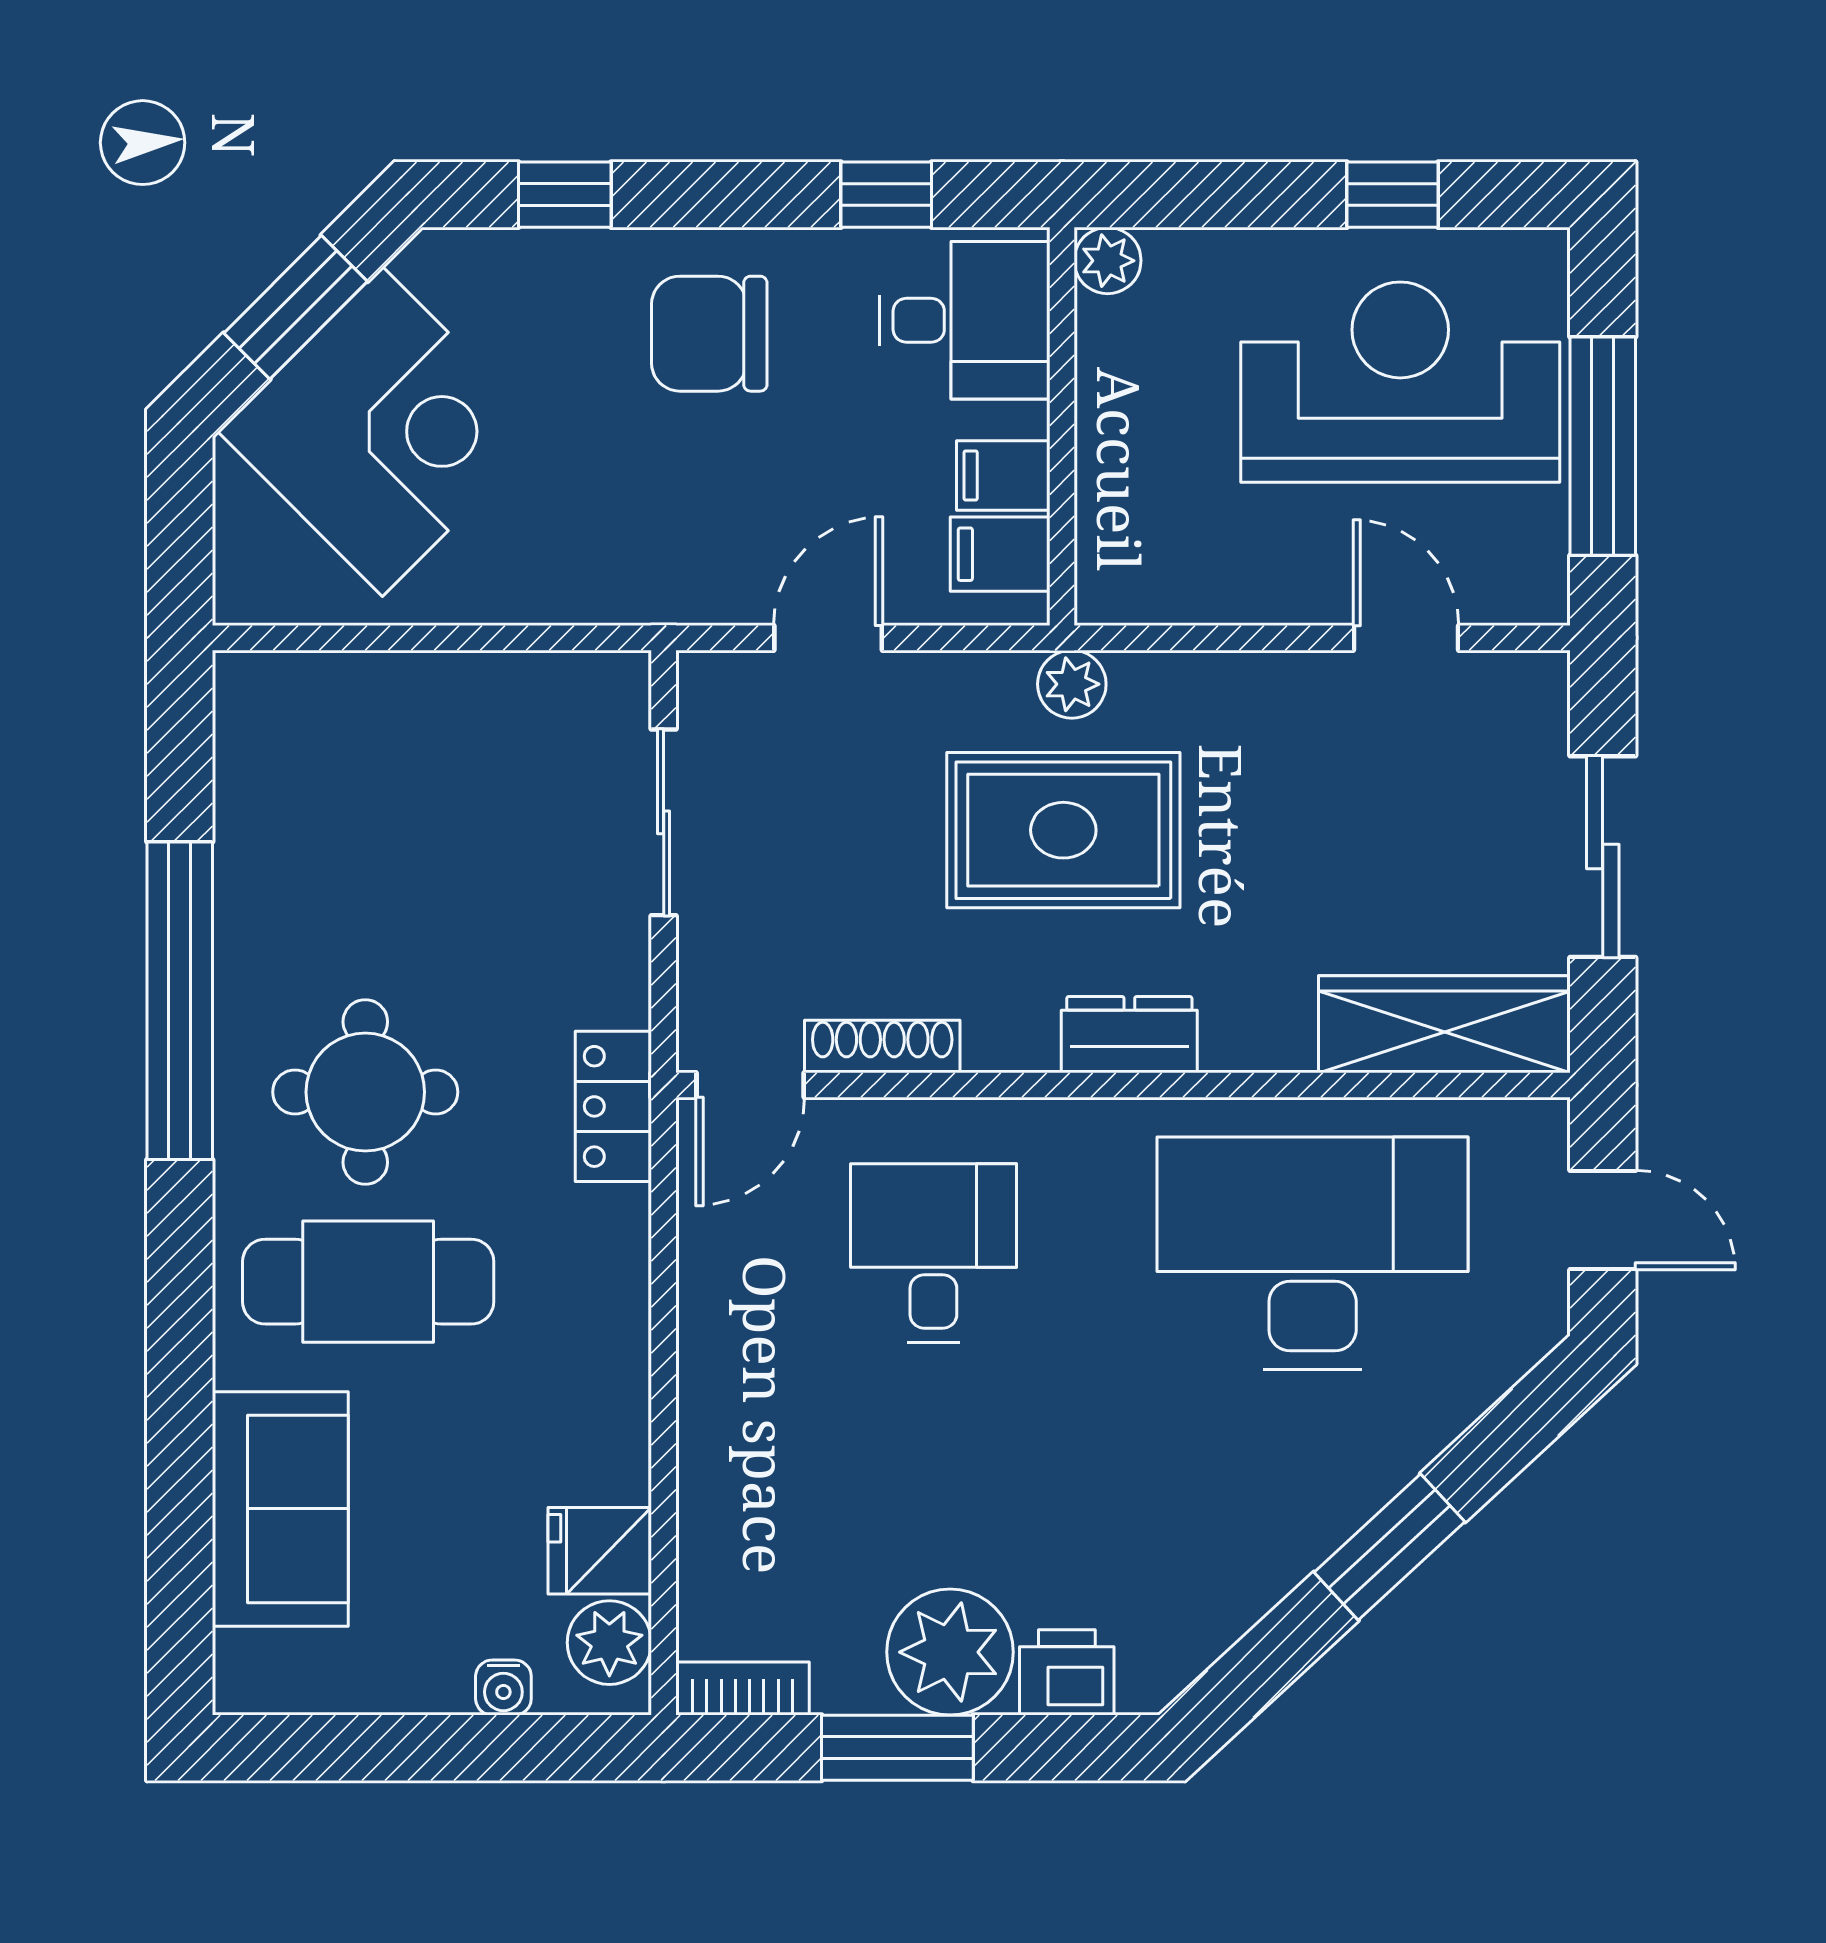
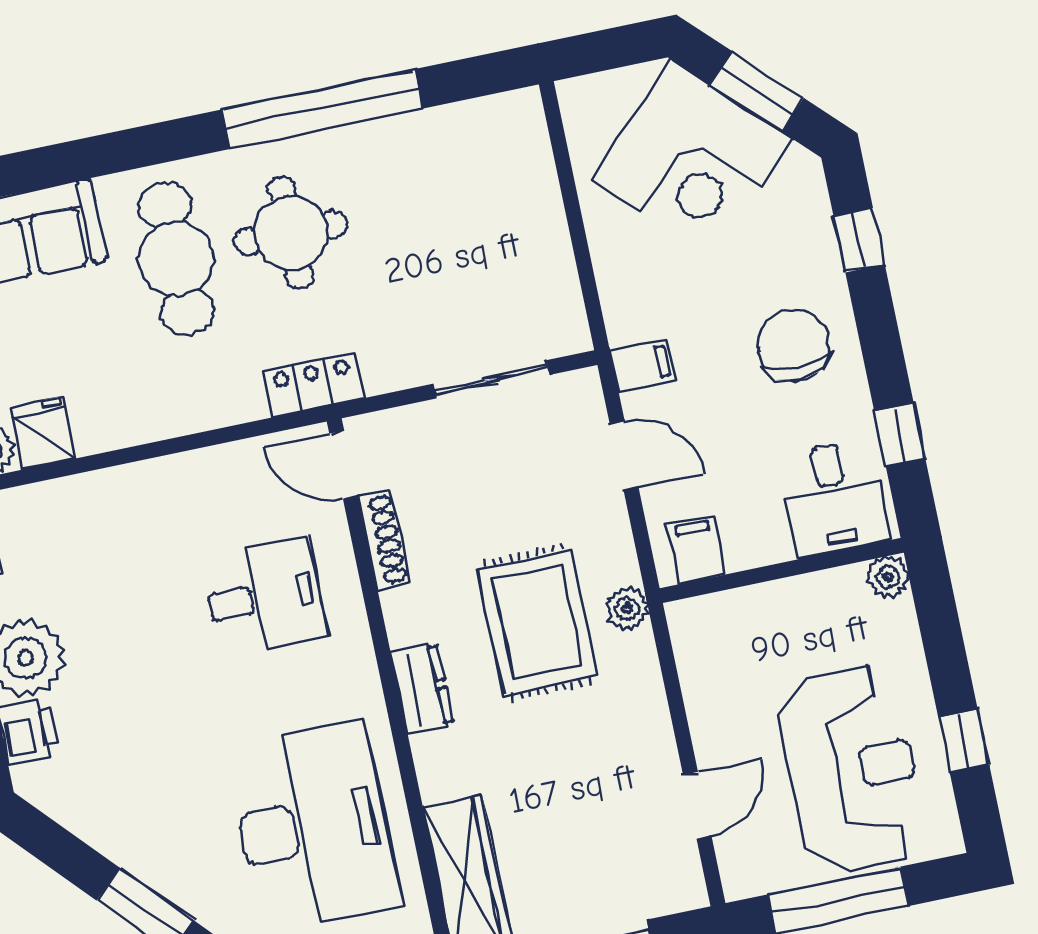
filing cabinet: (1003, 475) -> (642, 366), moved, turned 90

